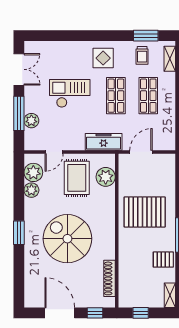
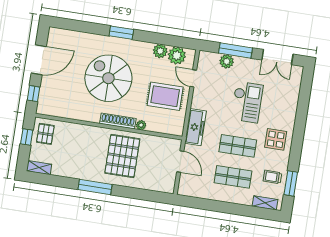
plant: (106, 177) -> (141, 125), moved, width x0.53, depth x0.53
spiral stairs: (67, 239) -> (108, 78), turned -90
pallet: (163, 260) -> (45, 134), moved
shoe rack: (110, 278) -> (118, 121), moved

